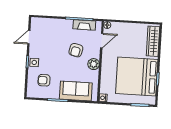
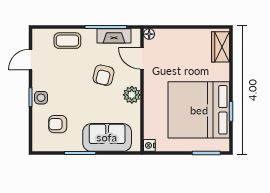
coffee table: (54, 26) -> (67, 41), added
door: (102, 41) -> (142, 58), swing flipped
wardrobe: (153, 41) -> (221, 47), width x0.67

